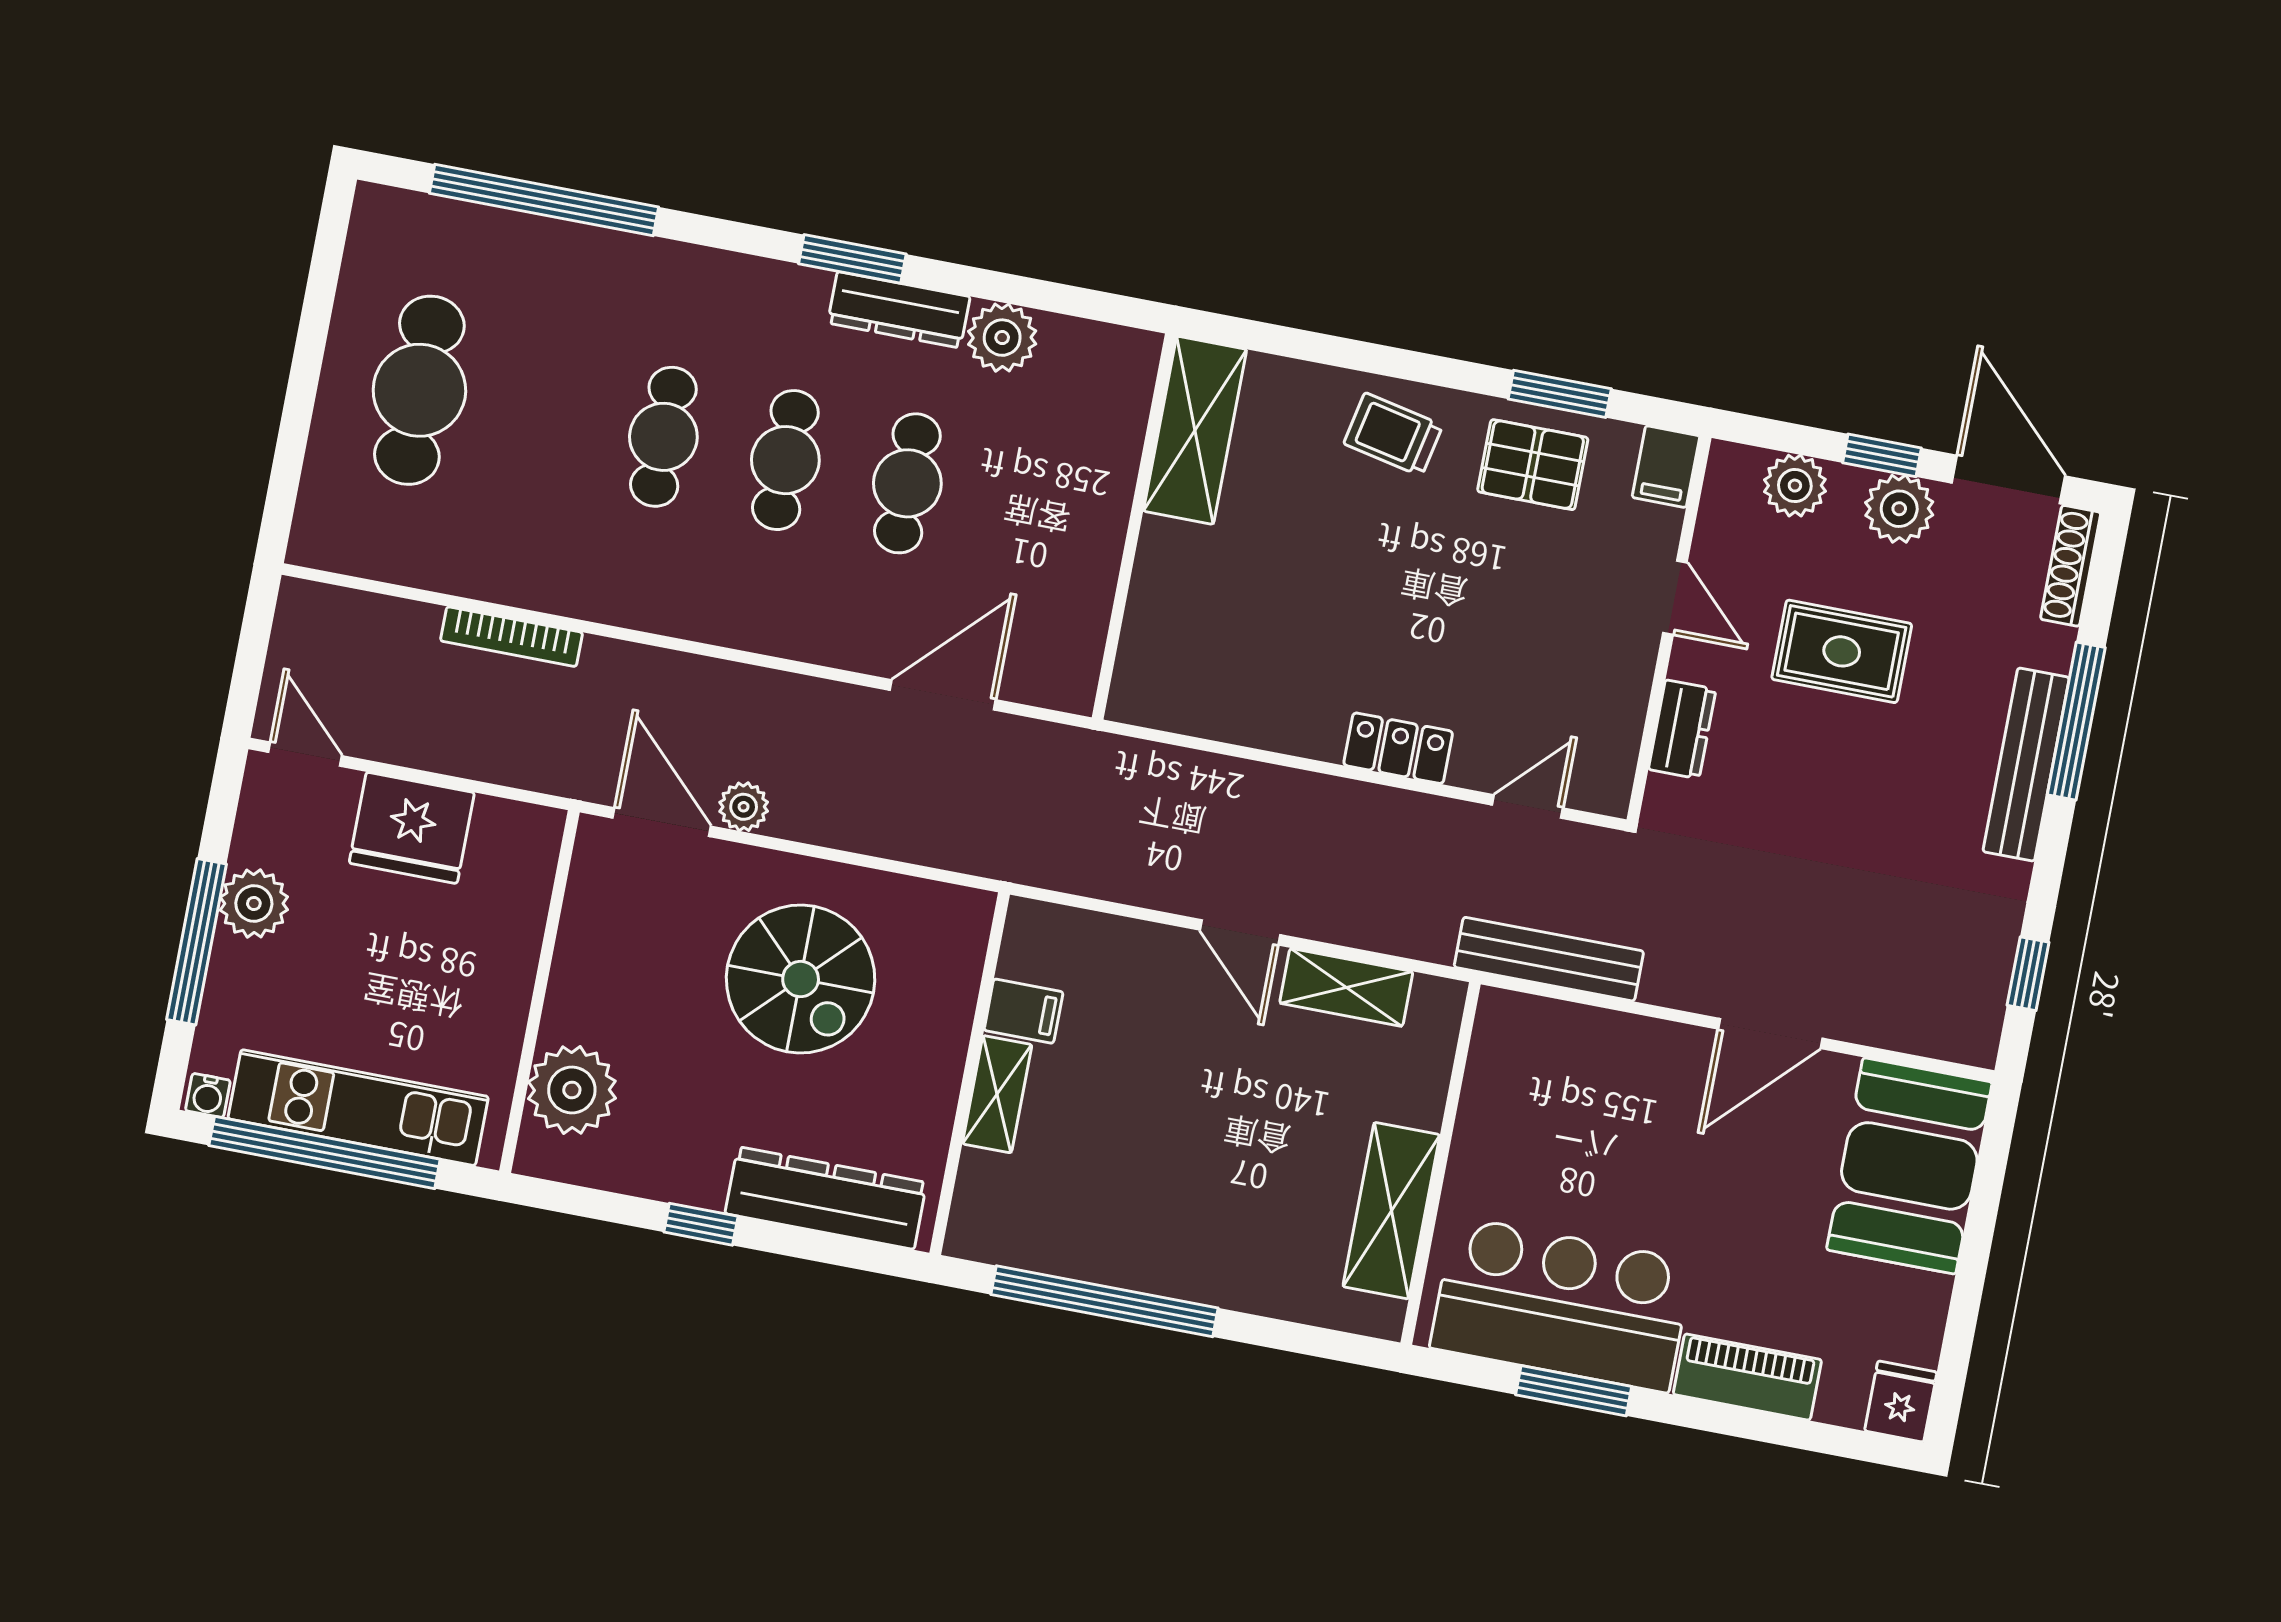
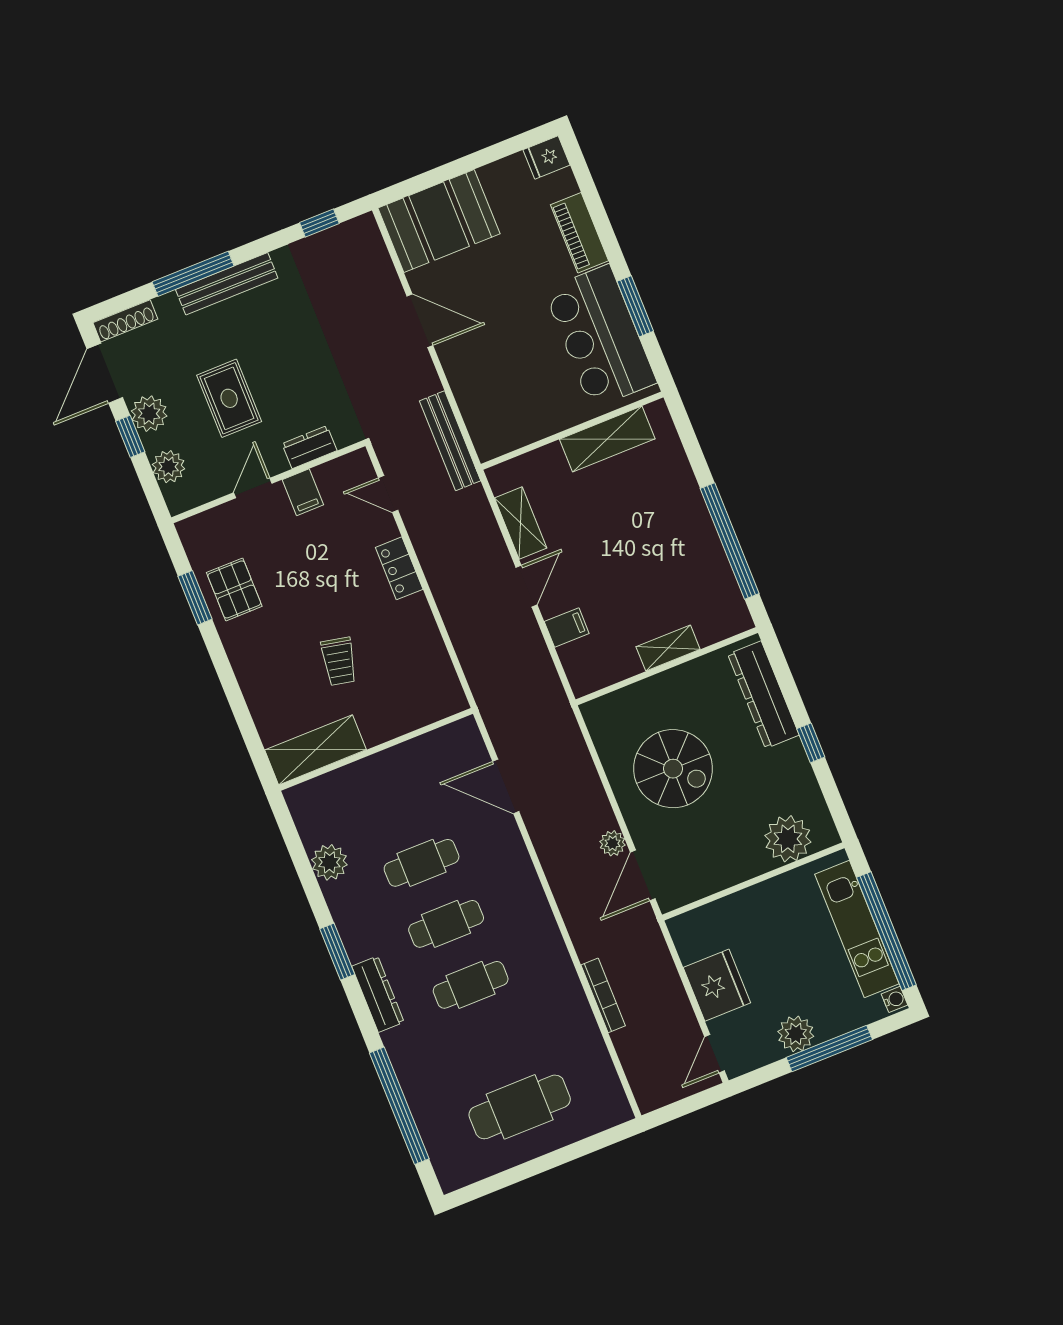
dresser: (899, 310) -> (378, 994), moved
trolley: (1393, 434) -> (339, 661), moved
filing cabinet: (1666, 467) -> (303, 492), moved, turned 90
spiral stairs: (801, 979) -> (673, 769), turned 90
filing cabinet: (1024, 1011) -> (567, 628), moved, turned 90

